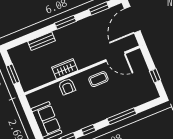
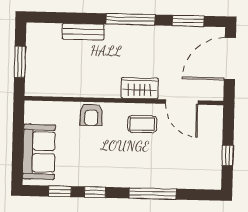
window: (65, 22) -> (130, 19), width x1.44
wardrobe: (65, 69) -> (140, 88), moved

